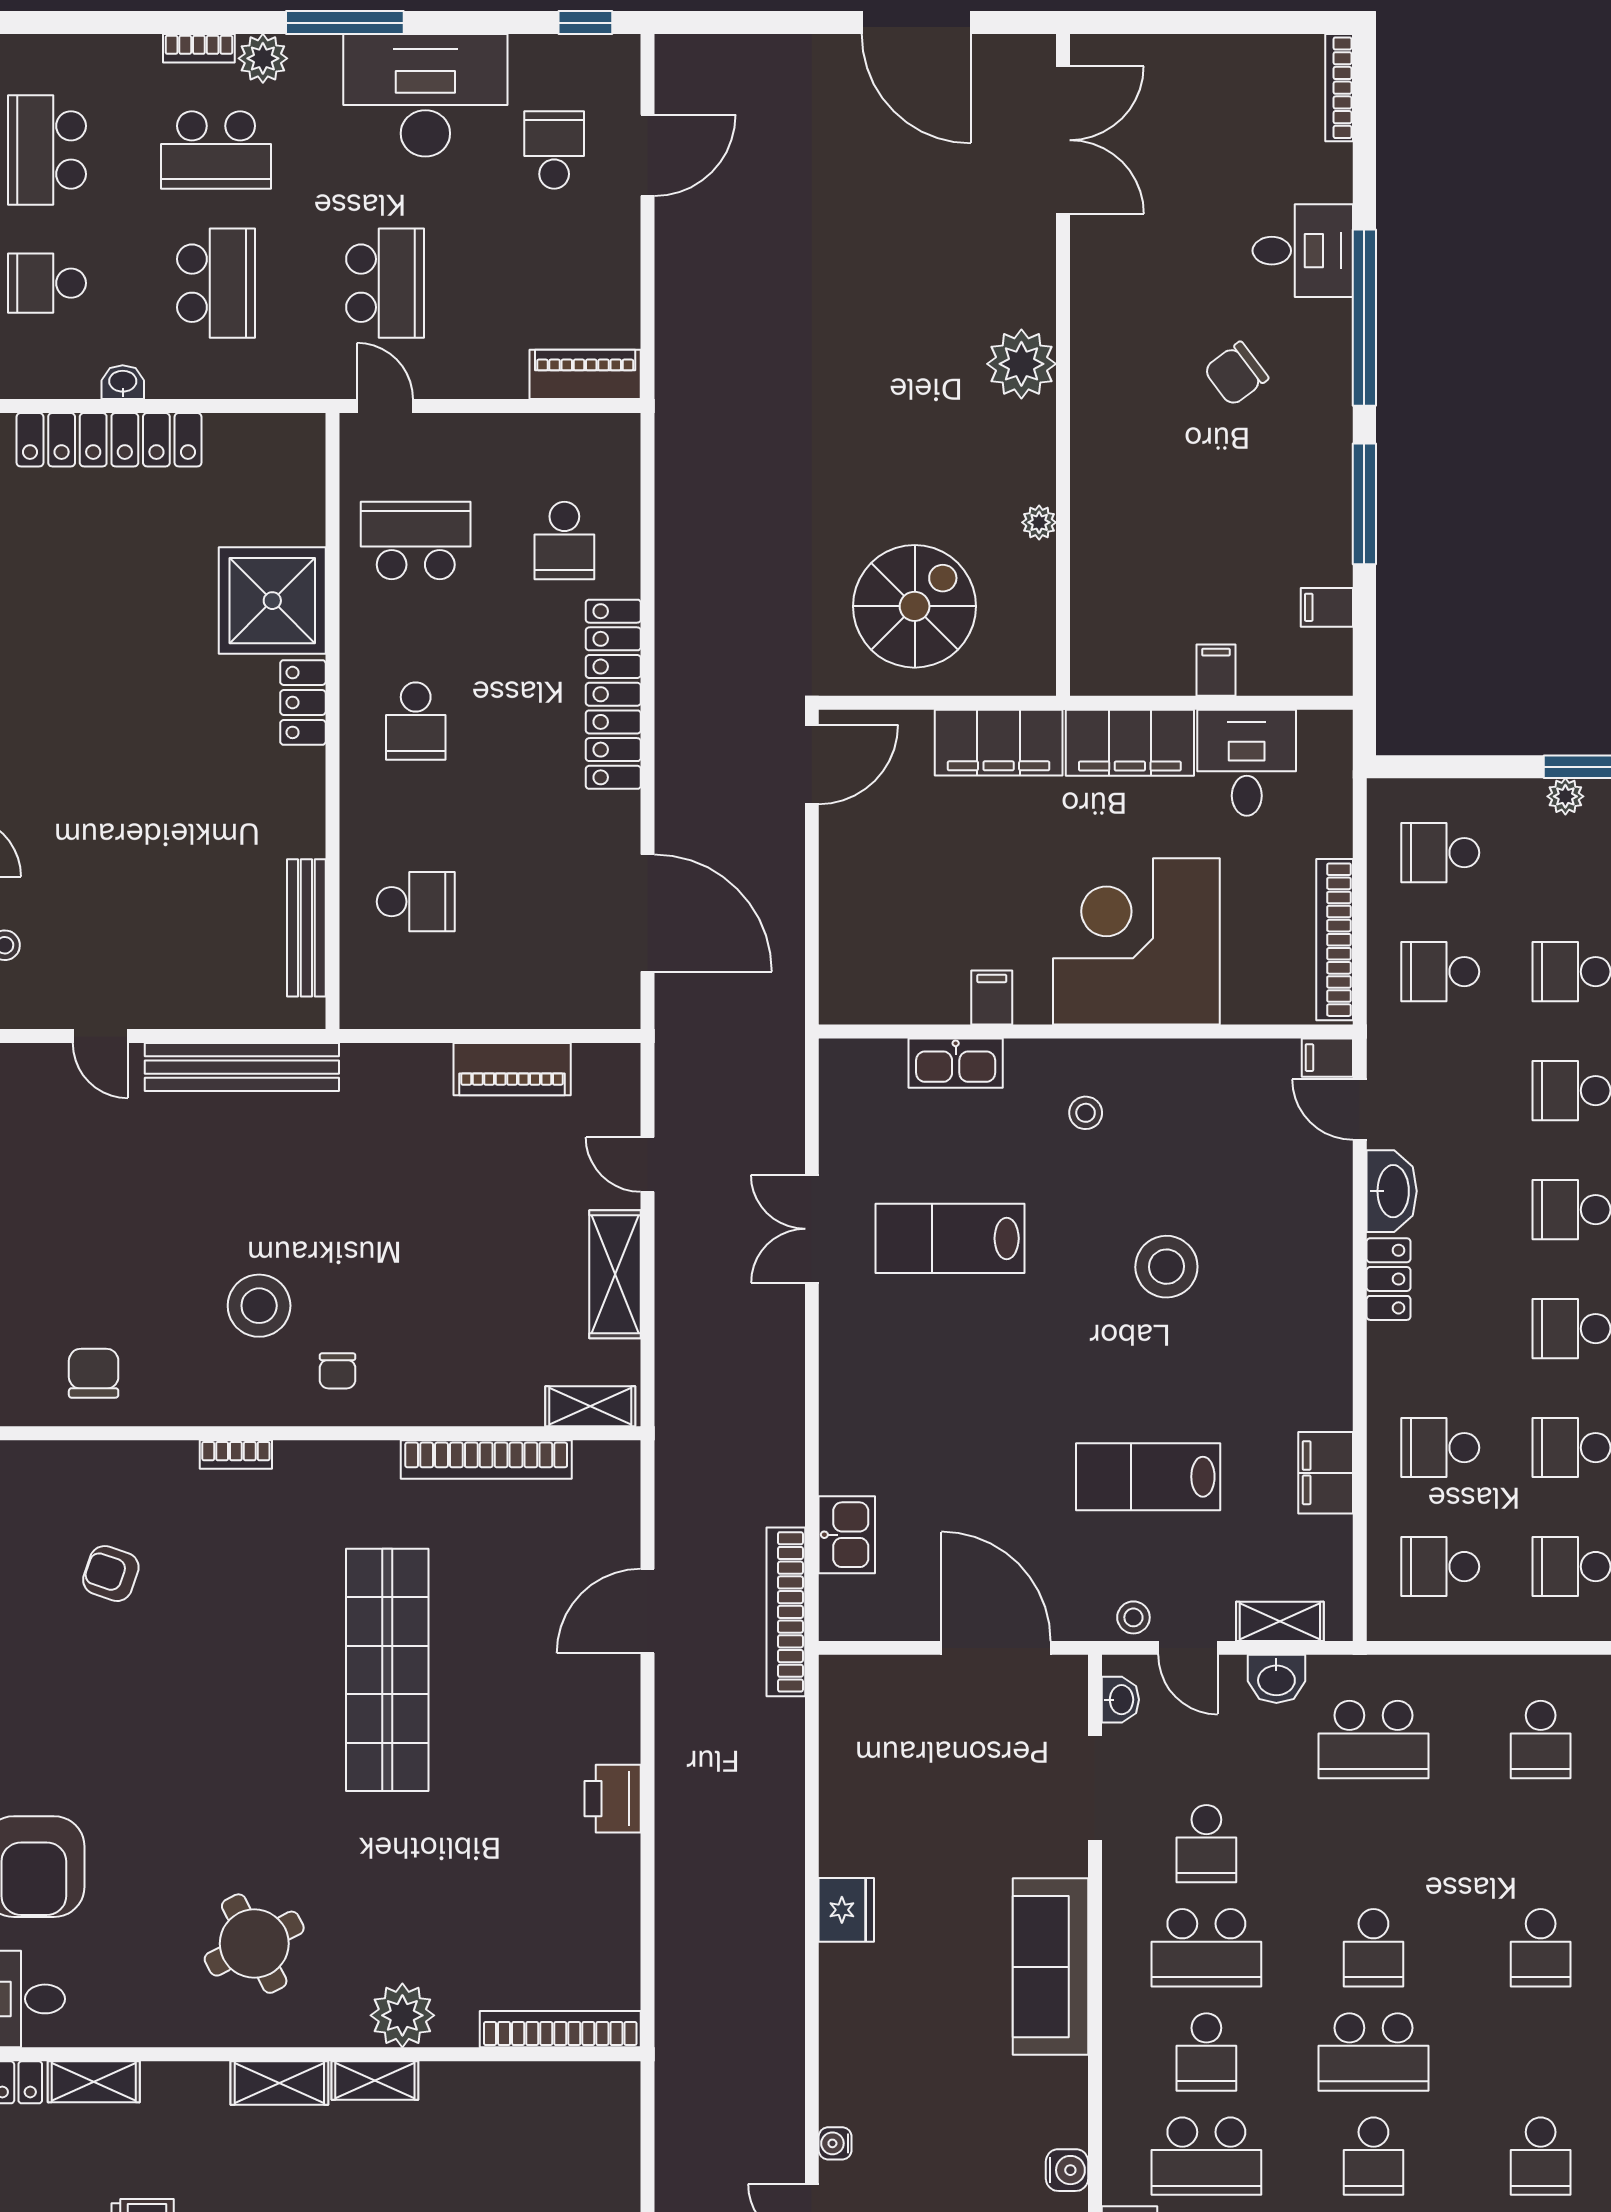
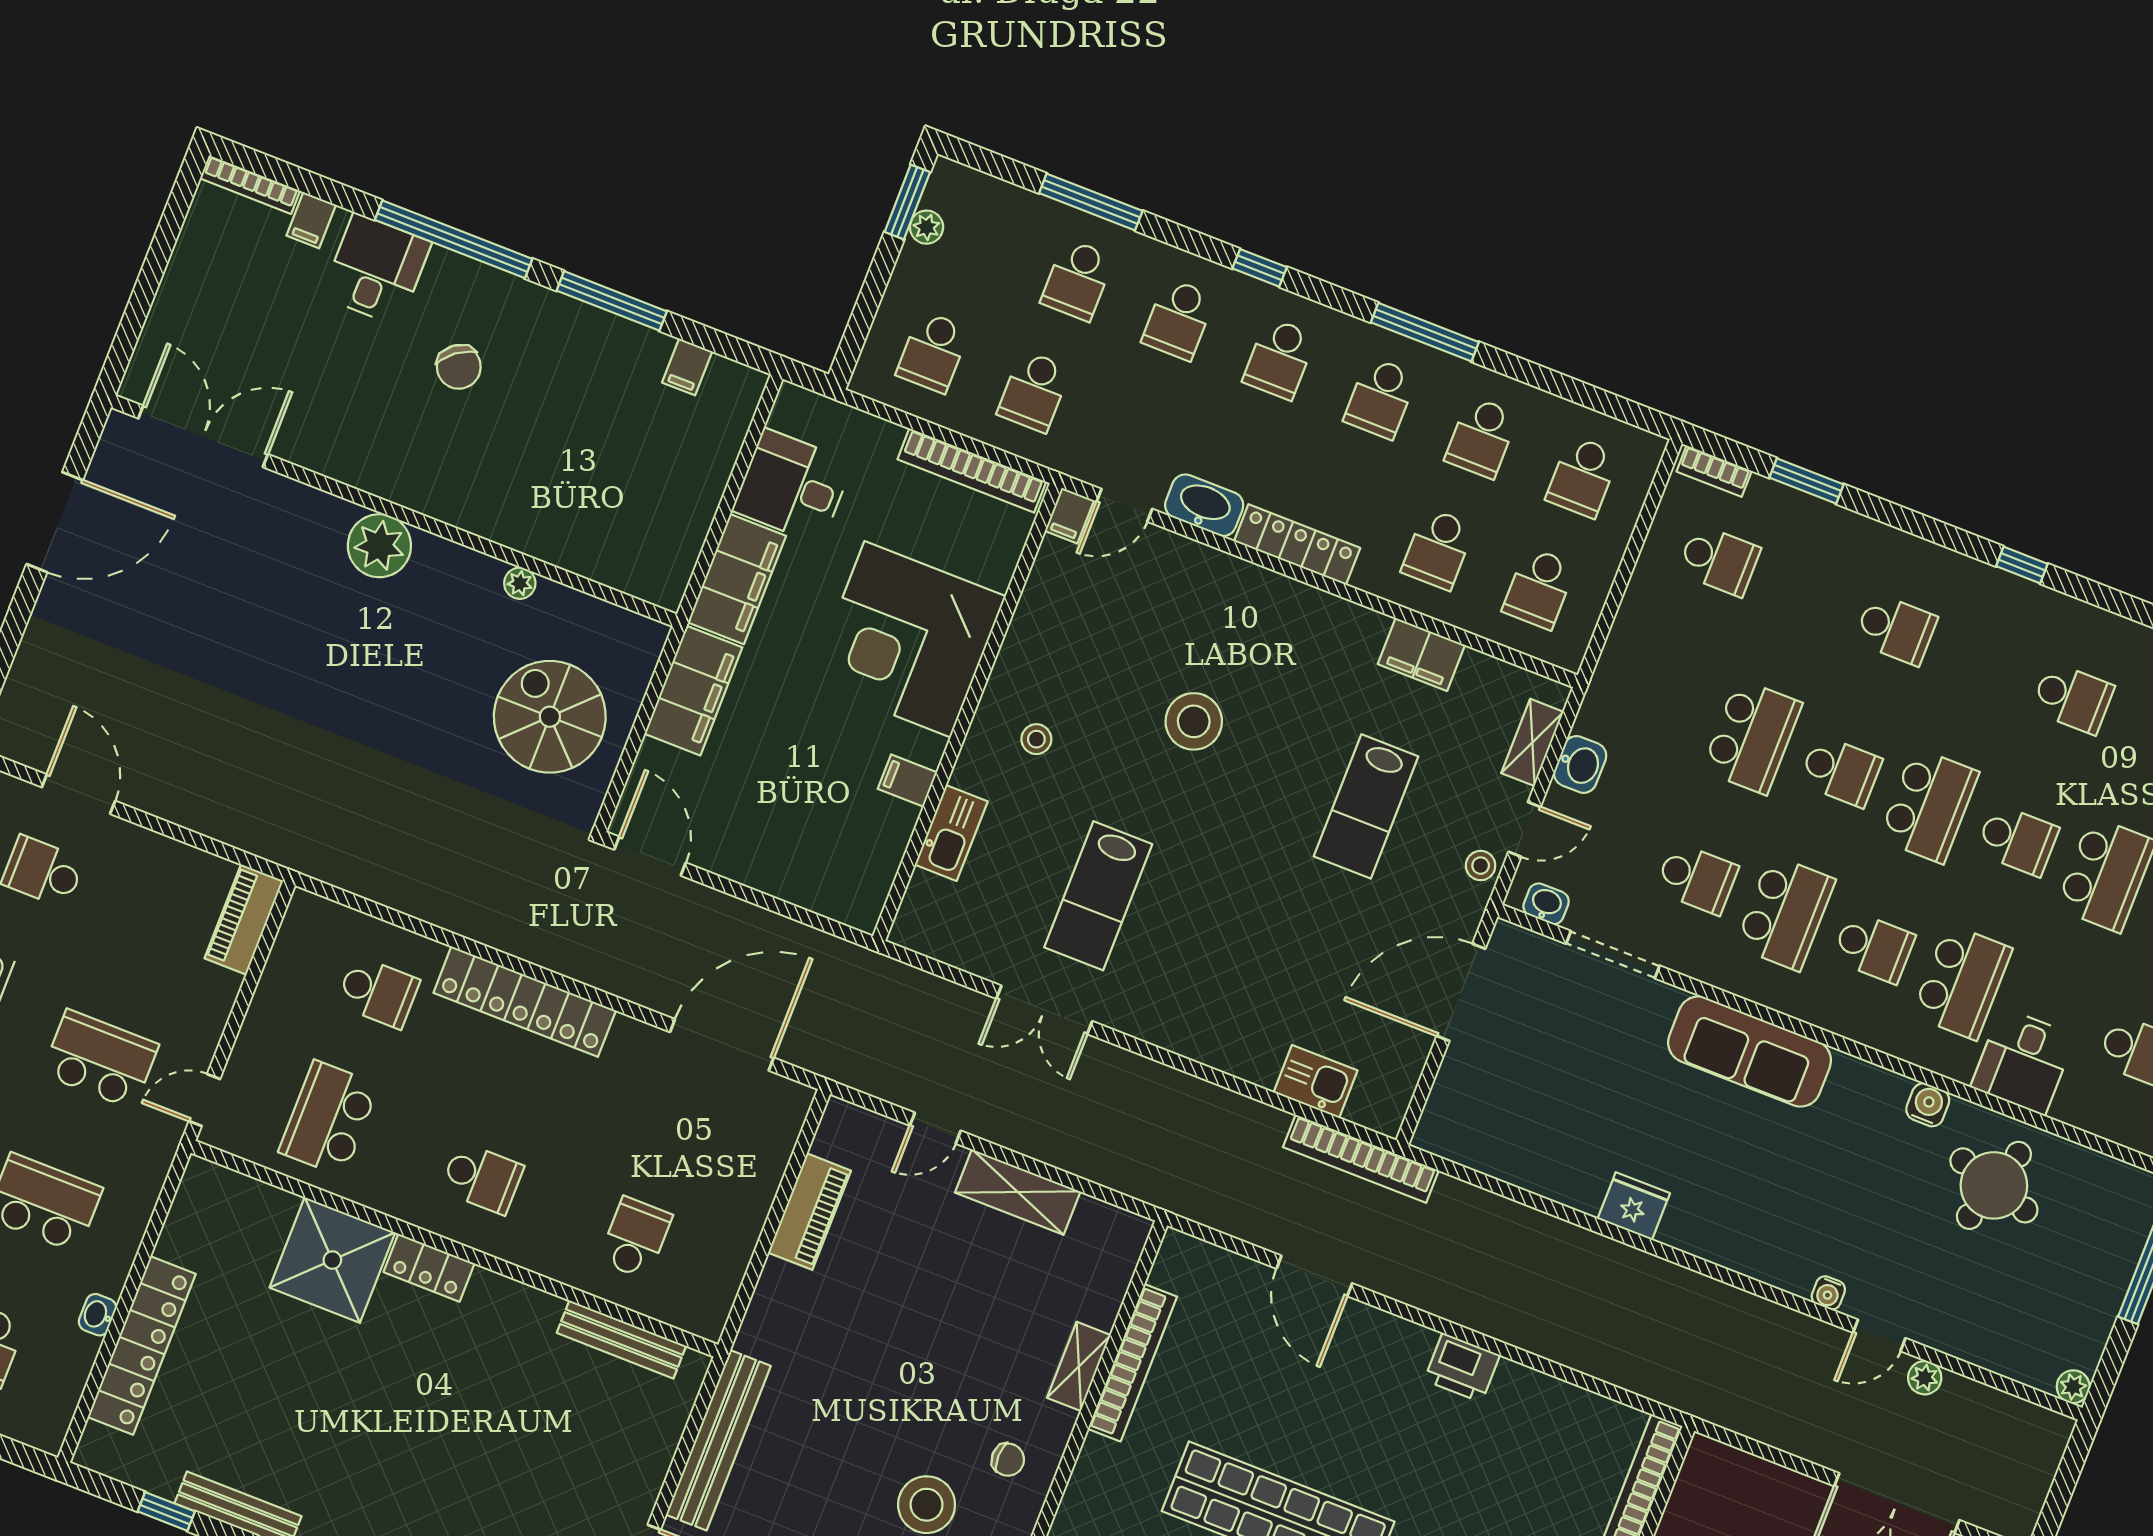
filing cabinet: (1216, 670) -> (311, 220), moved, turned -90
locker: (1388, 1279) -> (1297, 545), width x1.53
shelving: (590, 1406) -> (1079, 1366), moved
school desk: (1373, 1739) -> (1752, 737), moved

